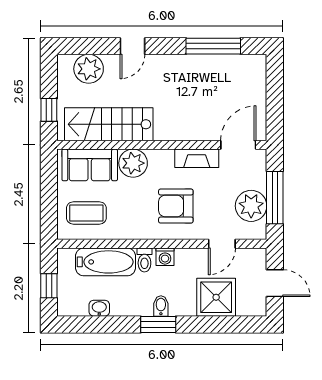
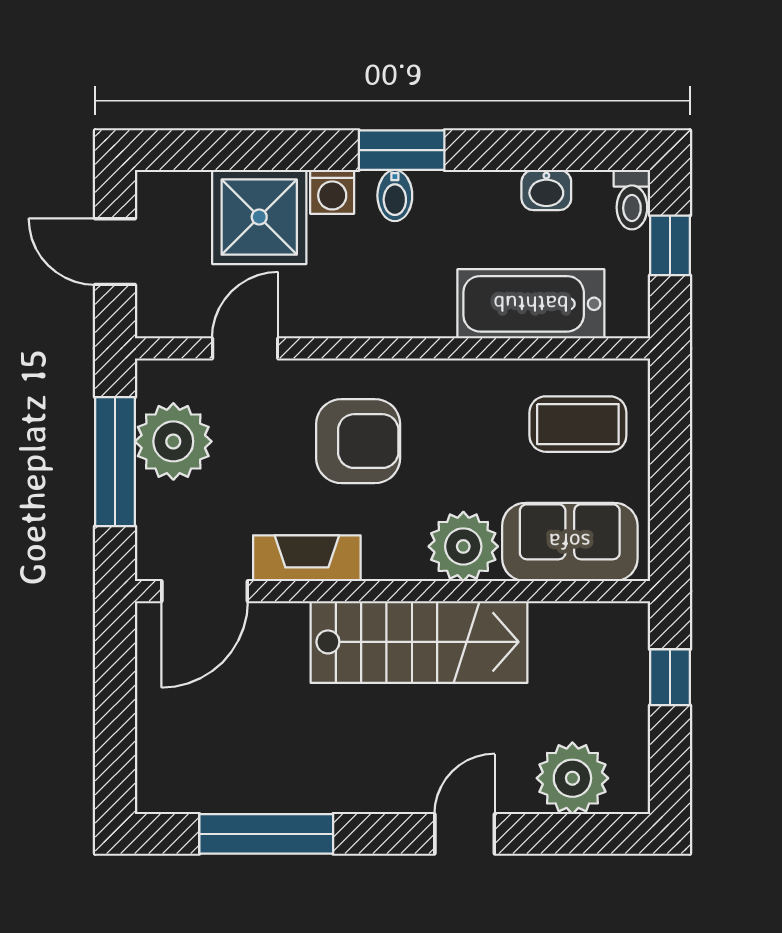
stairs: (109, 124) -> (419, 642), moved
washing machine: (165, 257) -> (332, 192), moved, turned 180
toilet: (144, 260) -> (632, 200), moved, turned 180

